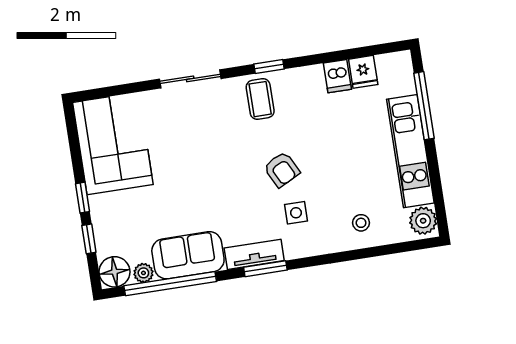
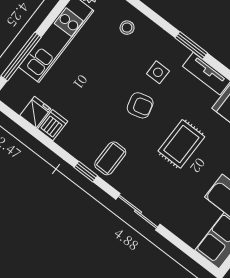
armchair: (282, 169) -> (140, 105), turned 102
rug: (214, 174) -> (181, 144), added
window: (265, 269) -> (191, 45), moved

